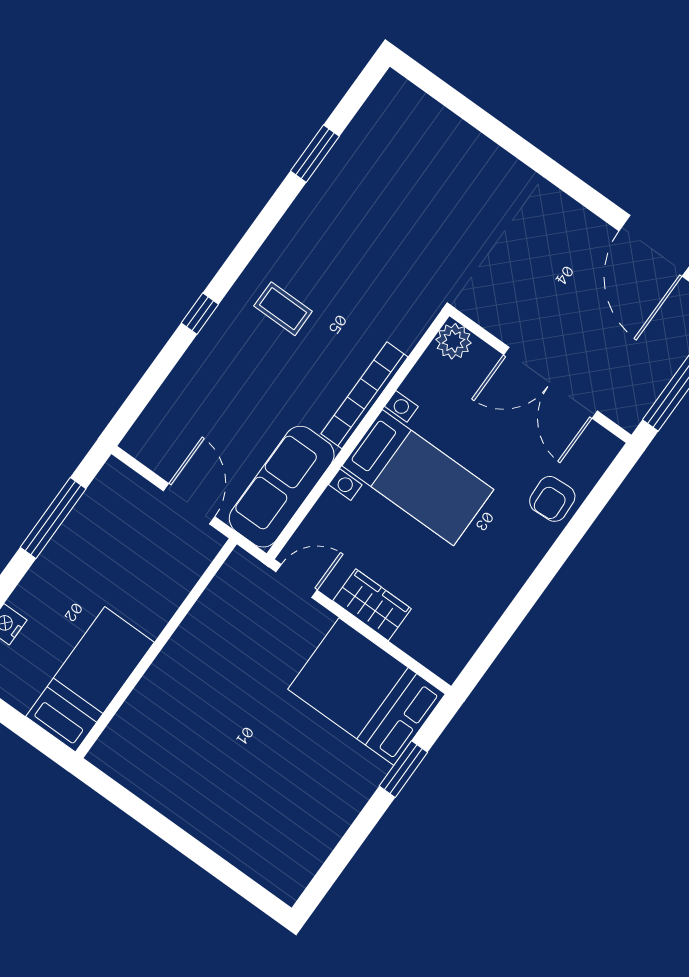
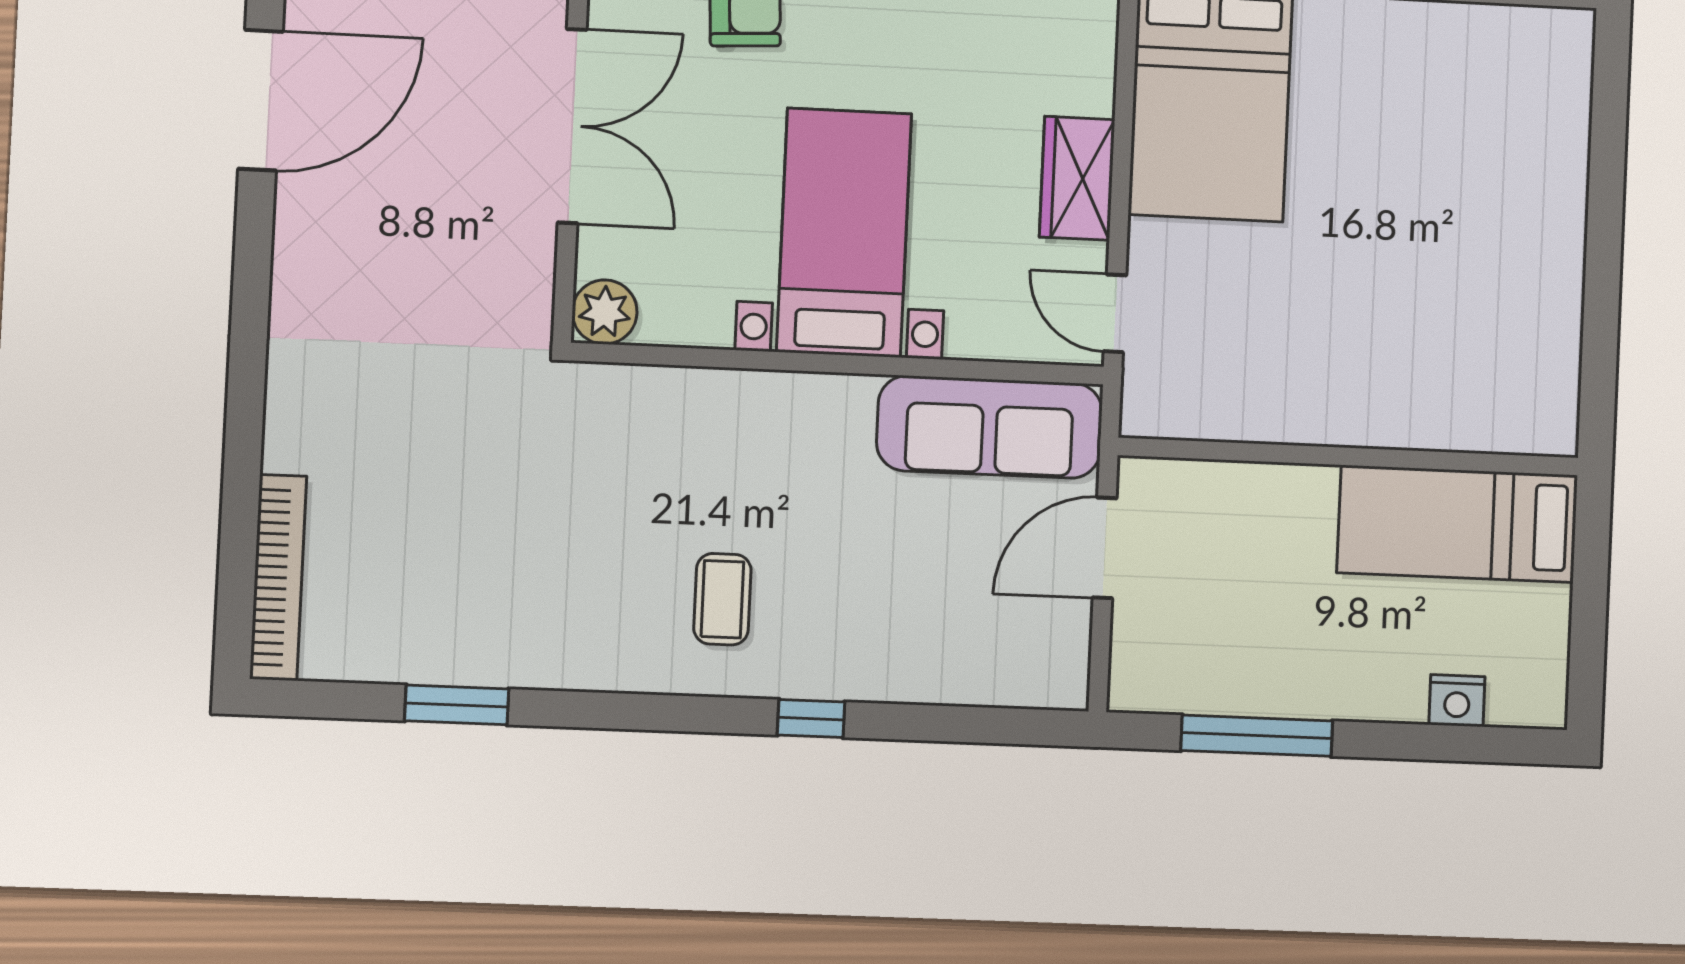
bookcase: (364, 395) -> (278, 578), moved, turned -90

